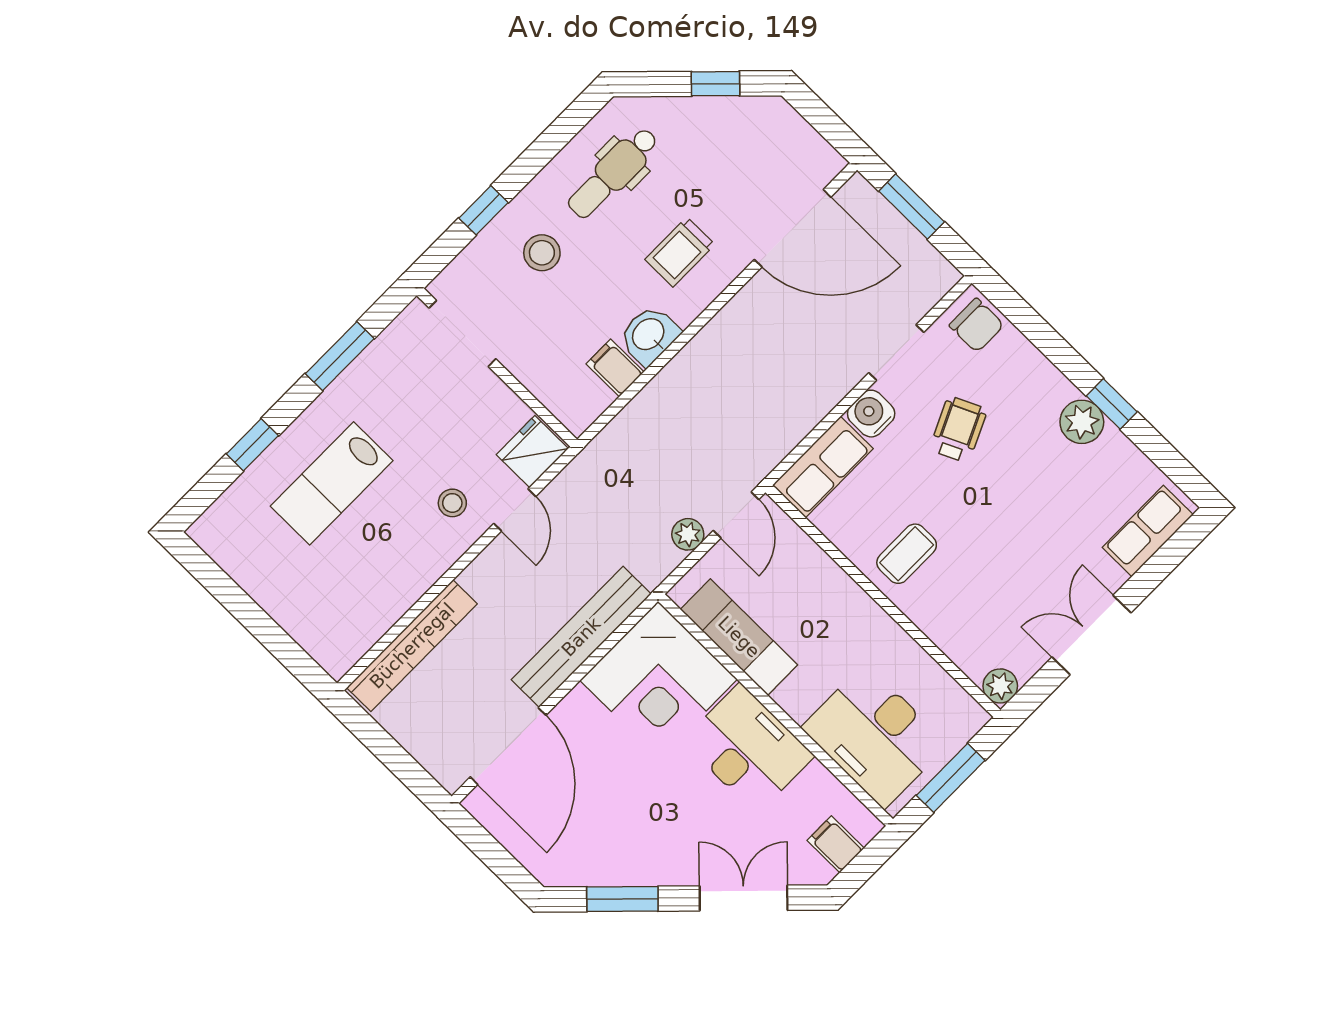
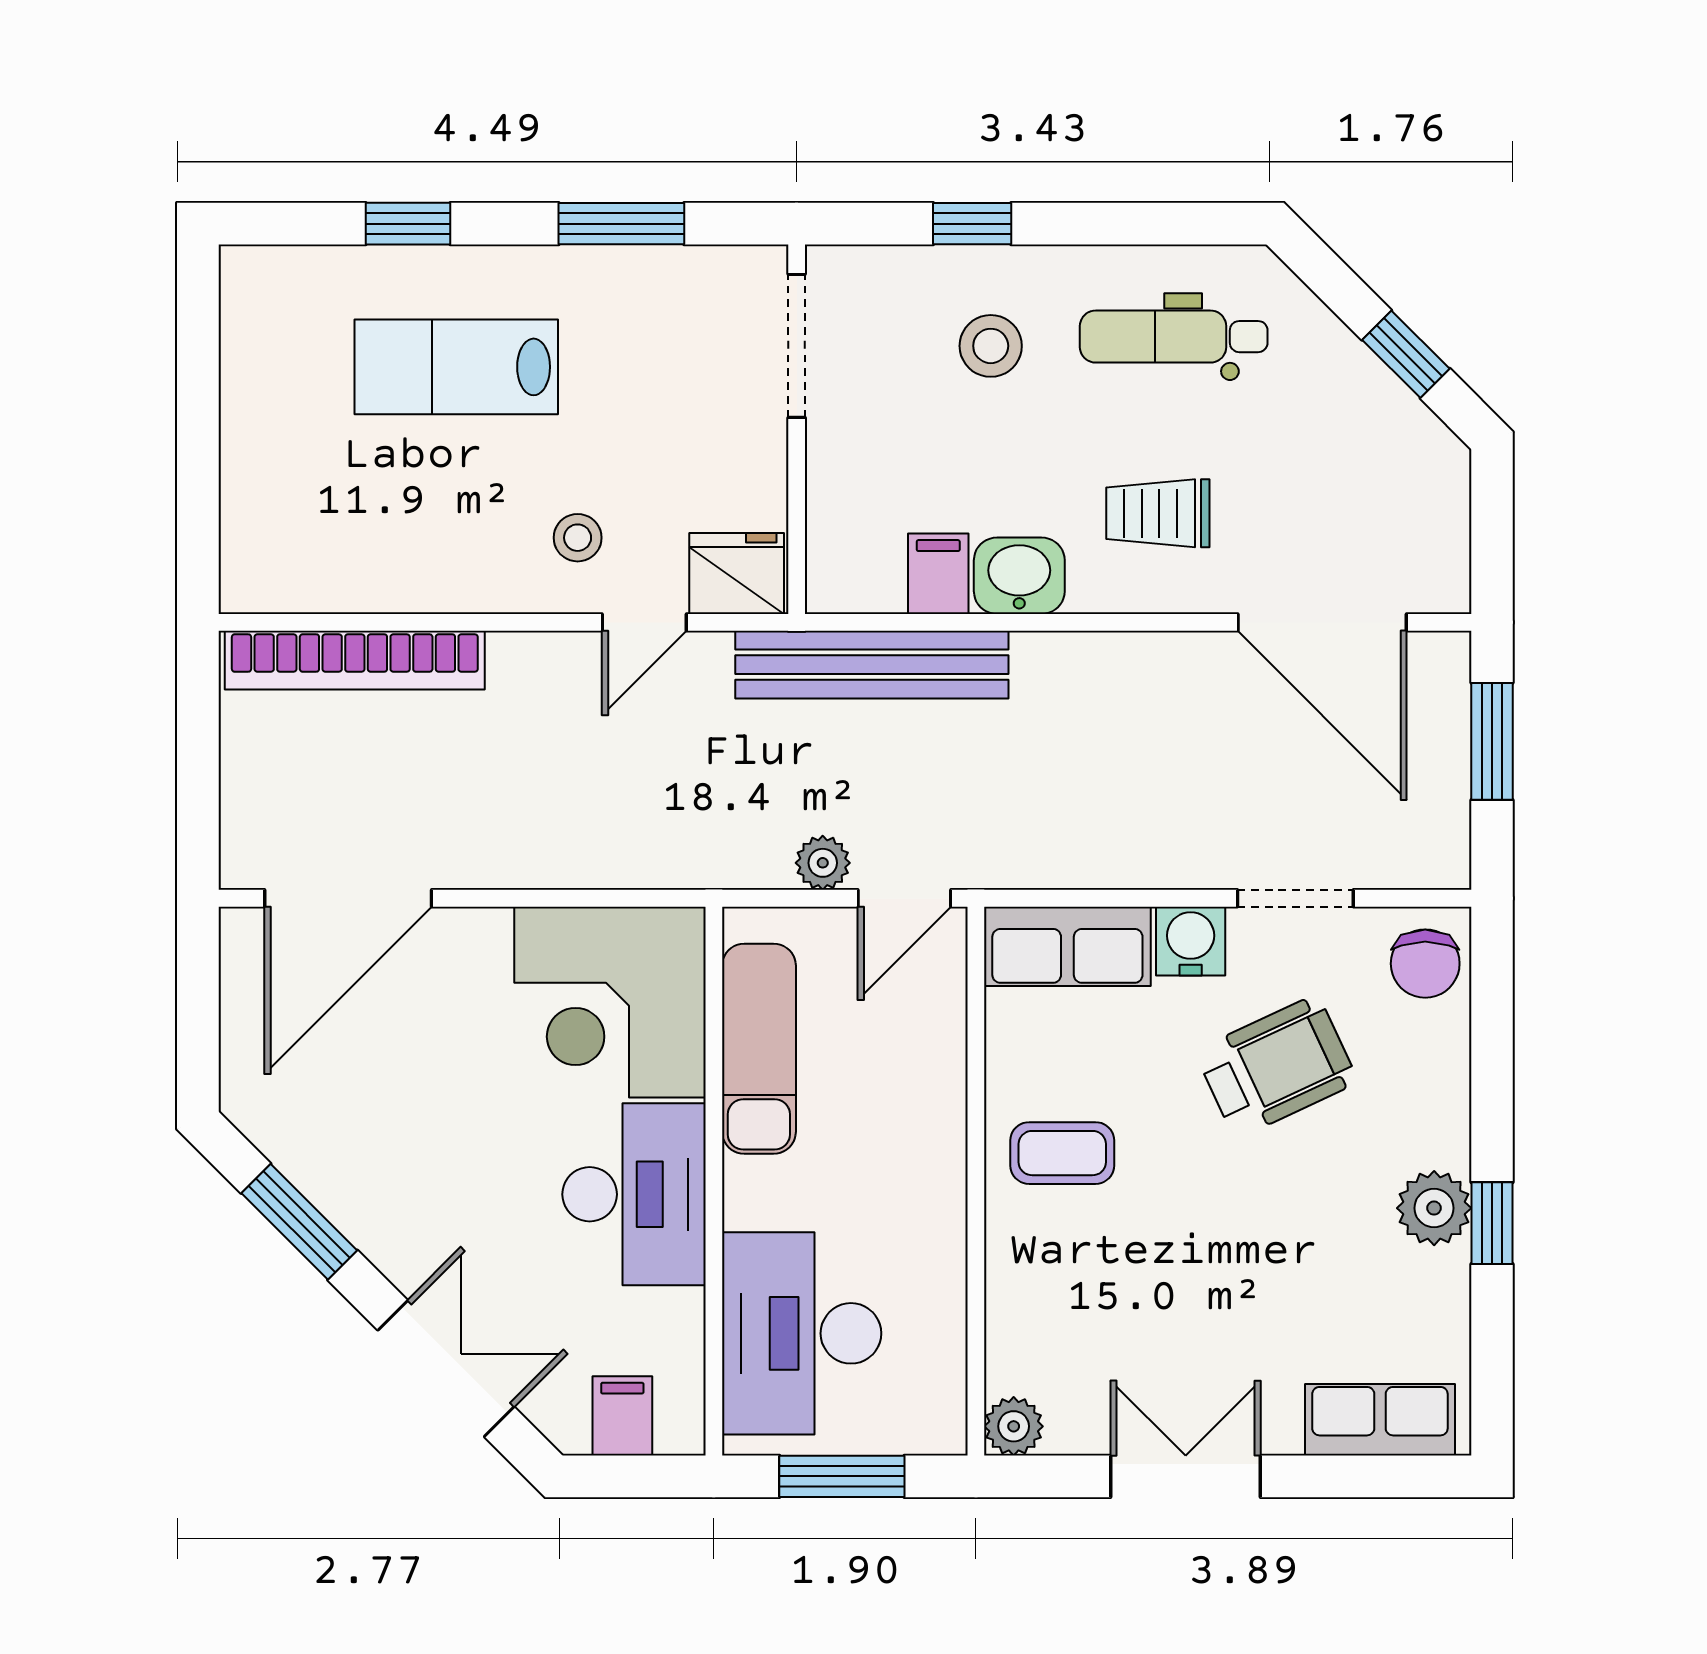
wheelchair: (958, 429) -> (1276, 1067), width x1.36, depth x1.37
bench: (581, 637) -> (872, 665), moved

